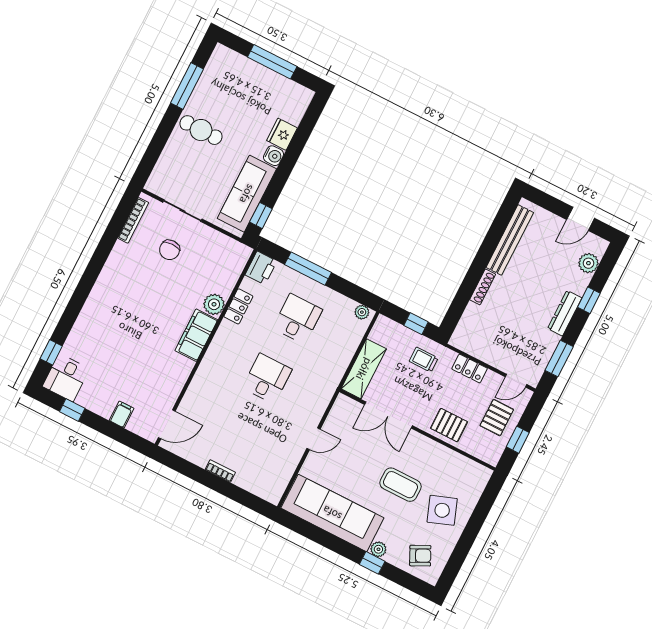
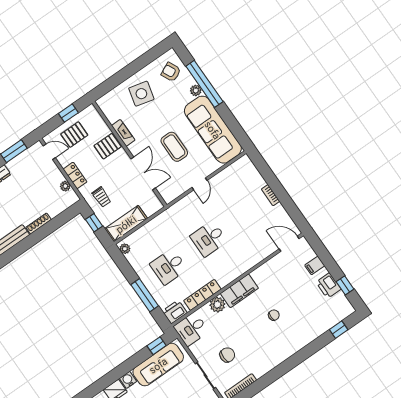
locker: (238, 306) -> (202, 295), width x1.53
chair: (139, 328) -> (274, 315), added
plant: (474, 349) -> (65, 186), added
shelving: (364, 369) -> (126, 224), moved
desk: (66, 378) -> (191, 329), moved, turned 180
printer: (92, 399) -> (328, 286), added
pallet: (449, 425) -> (108, 146), turned 90
door: (313, 439) -> (200, 184), swing flipped
fireplace: (439, 451) -> (123, 133), added
coffee table: (401, 485) -> (174, 147), moved
side table: (442, 510) -> (141, 94), turned 34
window: (372, 563) -> (204, 84), width x3.17

